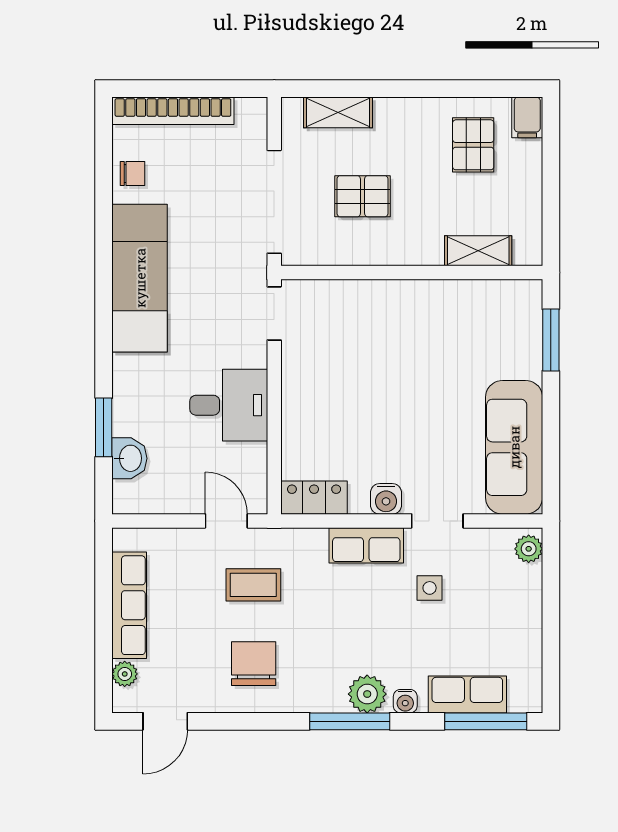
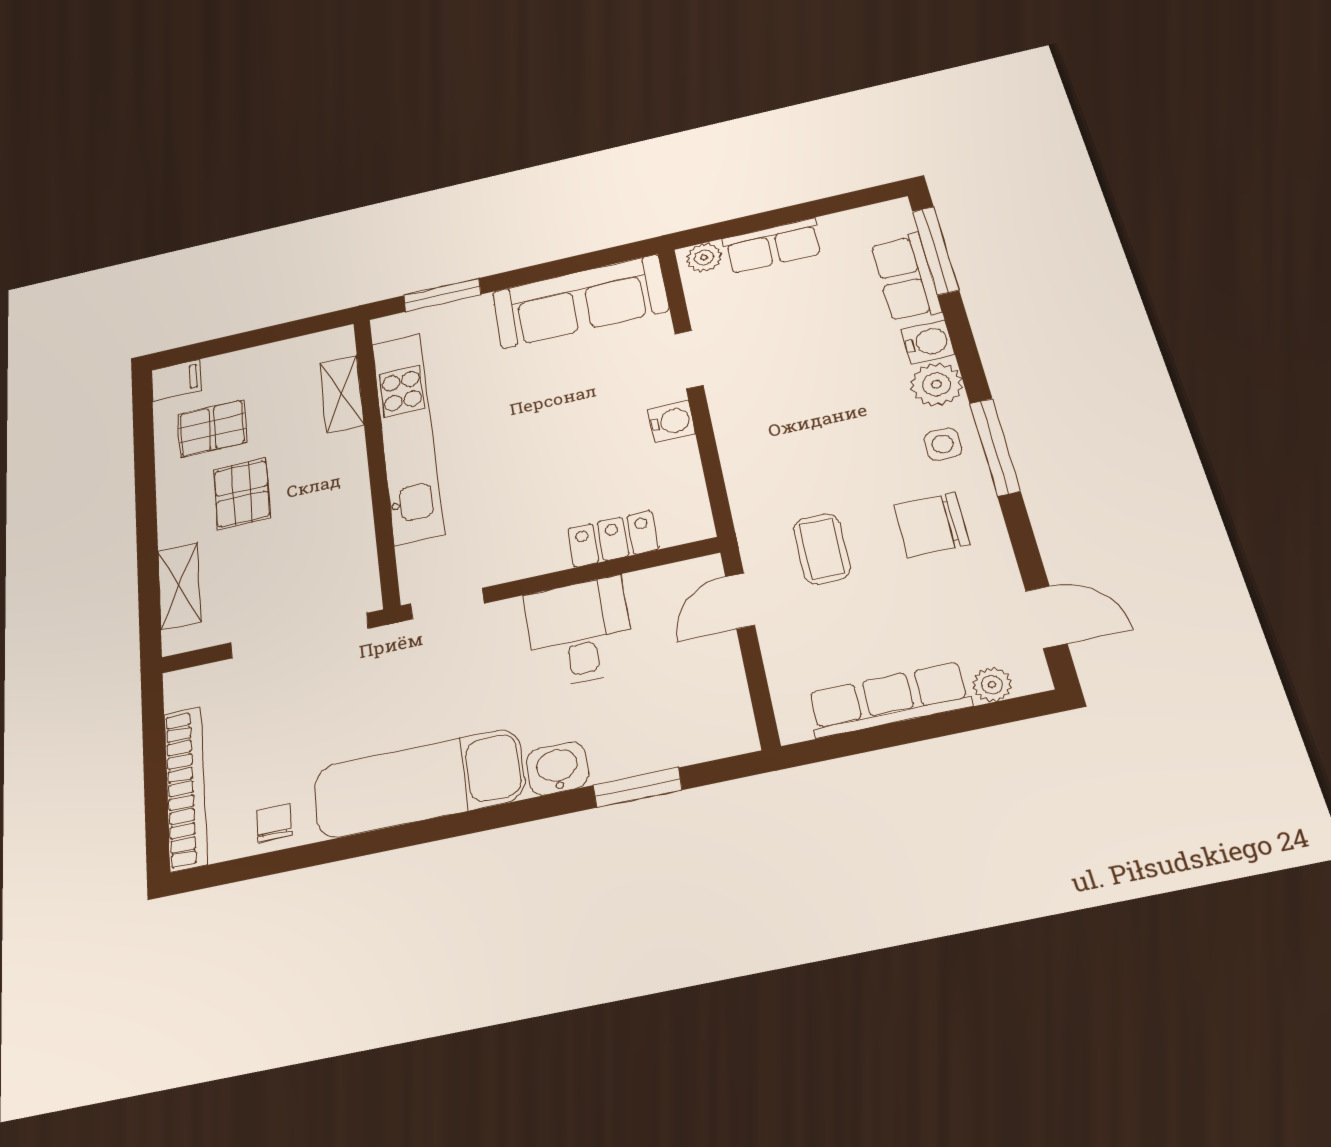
pallet: (362, 196) -> (242, 494), moved
kitchen unit: (425, 298) -> (407, 437), added
washbasin: (129, 458) -> (557, 768), moved
locker: (314, 498) -> (613, 539), moved, turned 90
row of seats: (366, 545) -> (773, 246), moved, turned 90
side table: (430, 588) -> (943, 444), moved
water cooler: (405, 701) -> (928, 342), width x1.38, depth x1.38
window: (350, 721) -> (995, 447), moved

